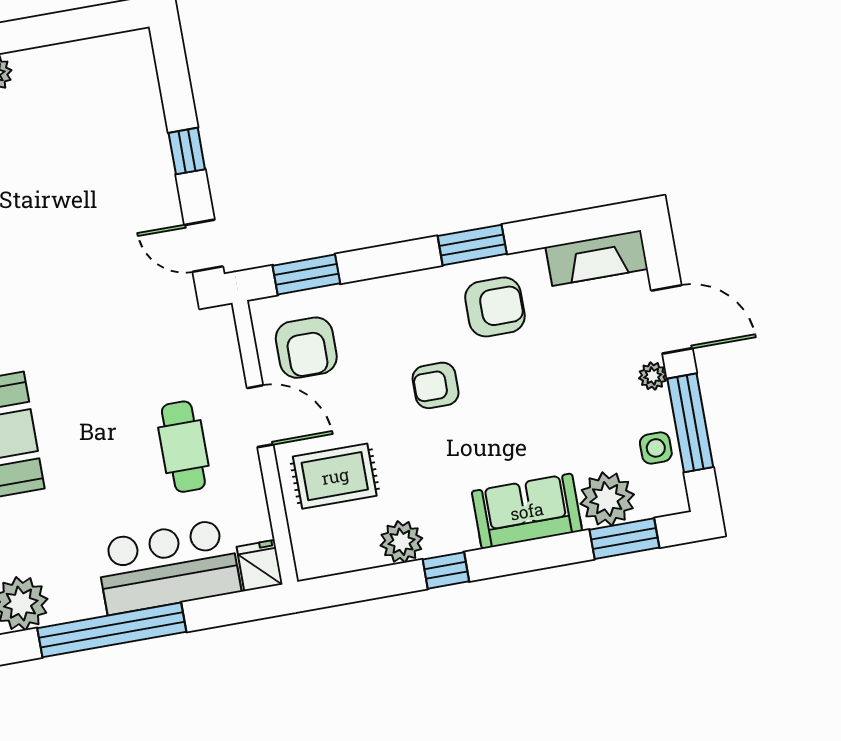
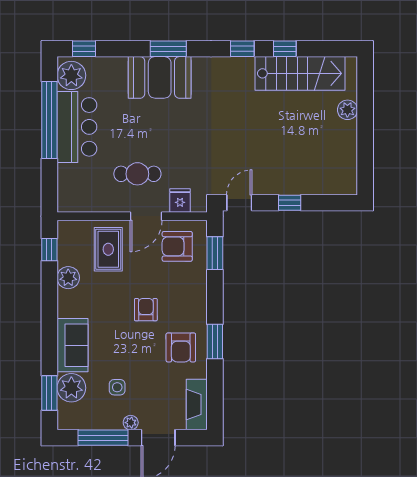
side table: (656, 448) -> (117, 387), moved
fridge: (259, 566) -> (180, 200), moved, turned -90
bar counter: (168, 567) -> (77, 127), moved
window: (446, 570) -> (49, 250), moved

